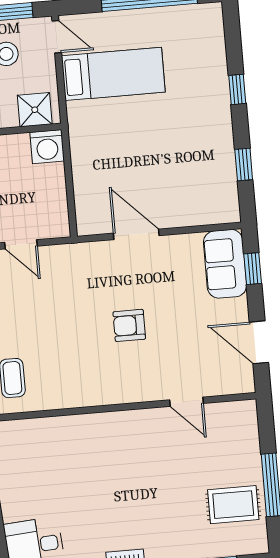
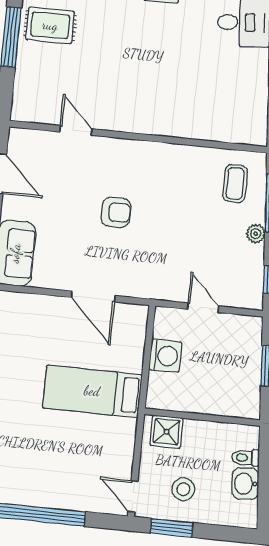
bed: (113, 74) -> (92, 391), moved
washing machine: (47, 147) -> (165, 356), moved, turned 90

